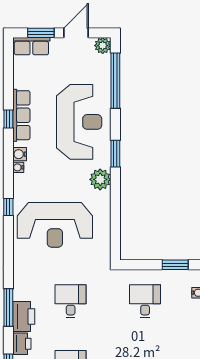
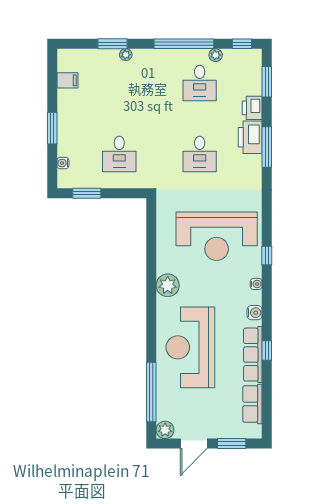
row of seats: (31, 46) -> (252, 404), moved, turned -90
window: (115, 154) -> (151, 313), removed
water cooler: (18, 167) -> (256, 284), moved
reception desk: (55, 225) -> (217, 236), turned 180

